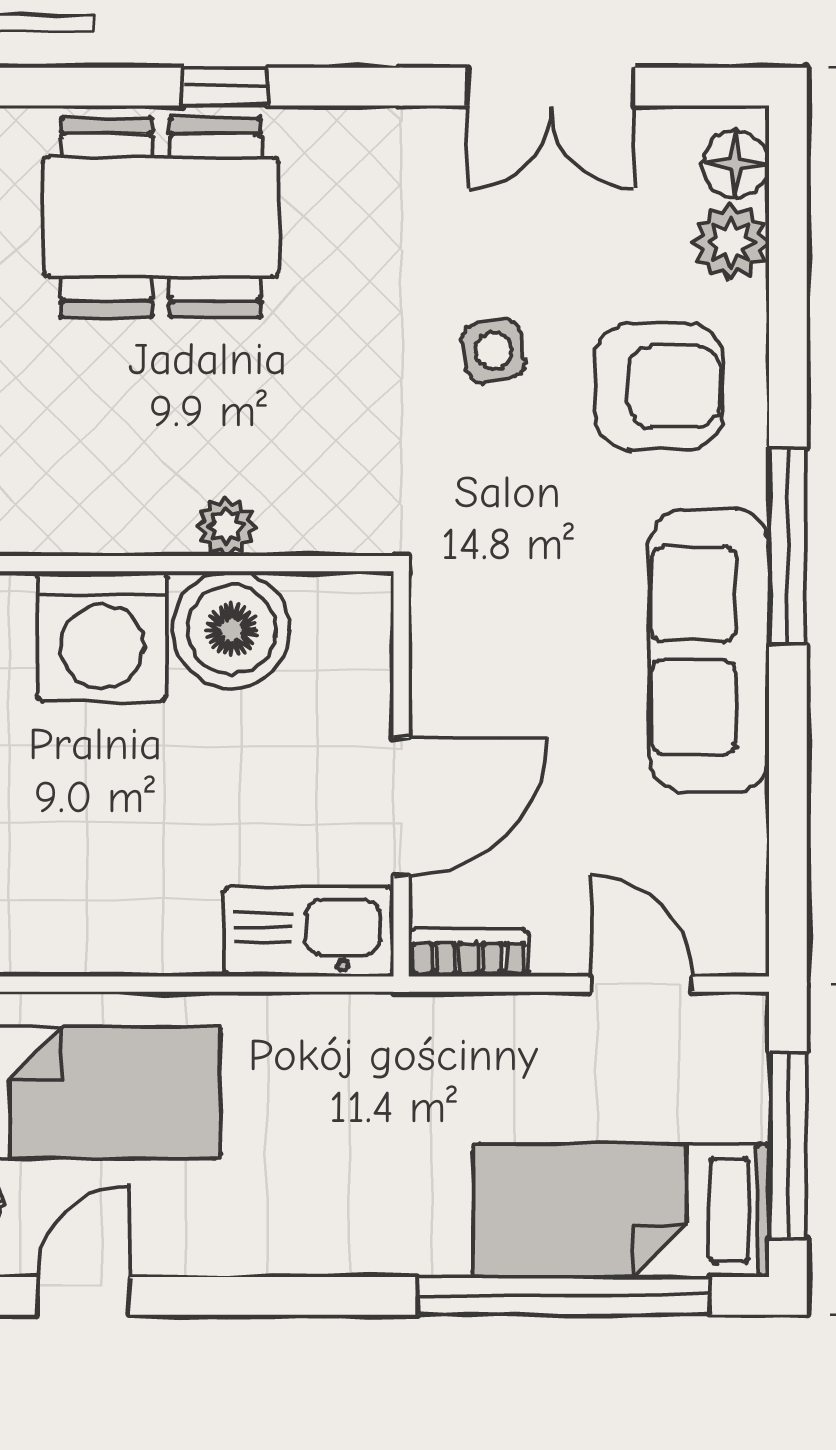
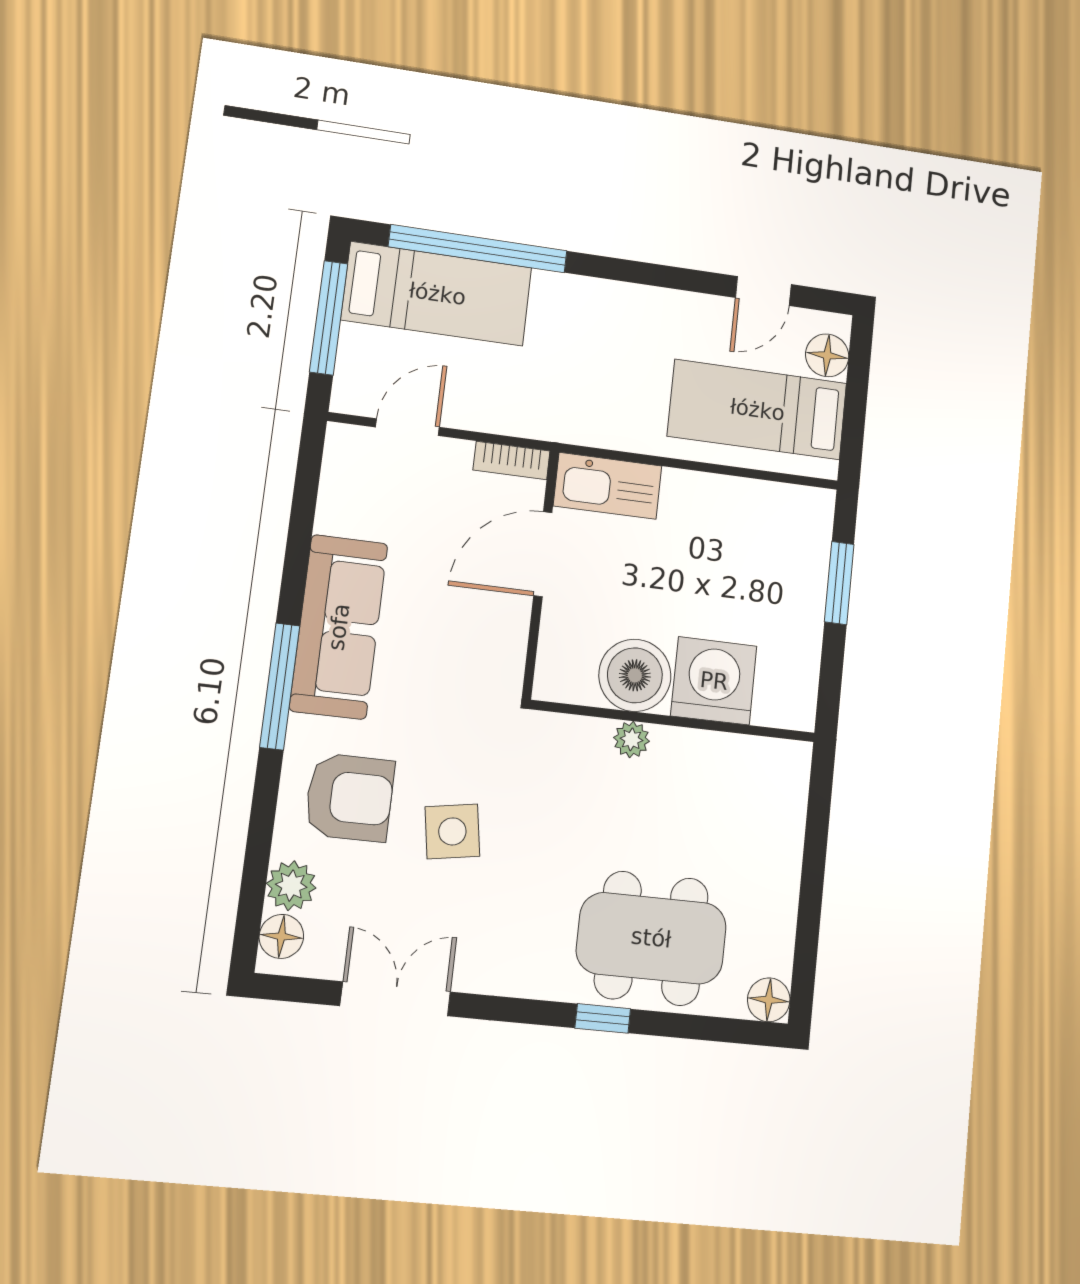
side table: (493, 351) -> (452, 831), width x1.37, depth x1.37
armchair: (659, 386) -> (350, 797), turned 180
door: (641, 984) -> (408, 427), swing flipped

